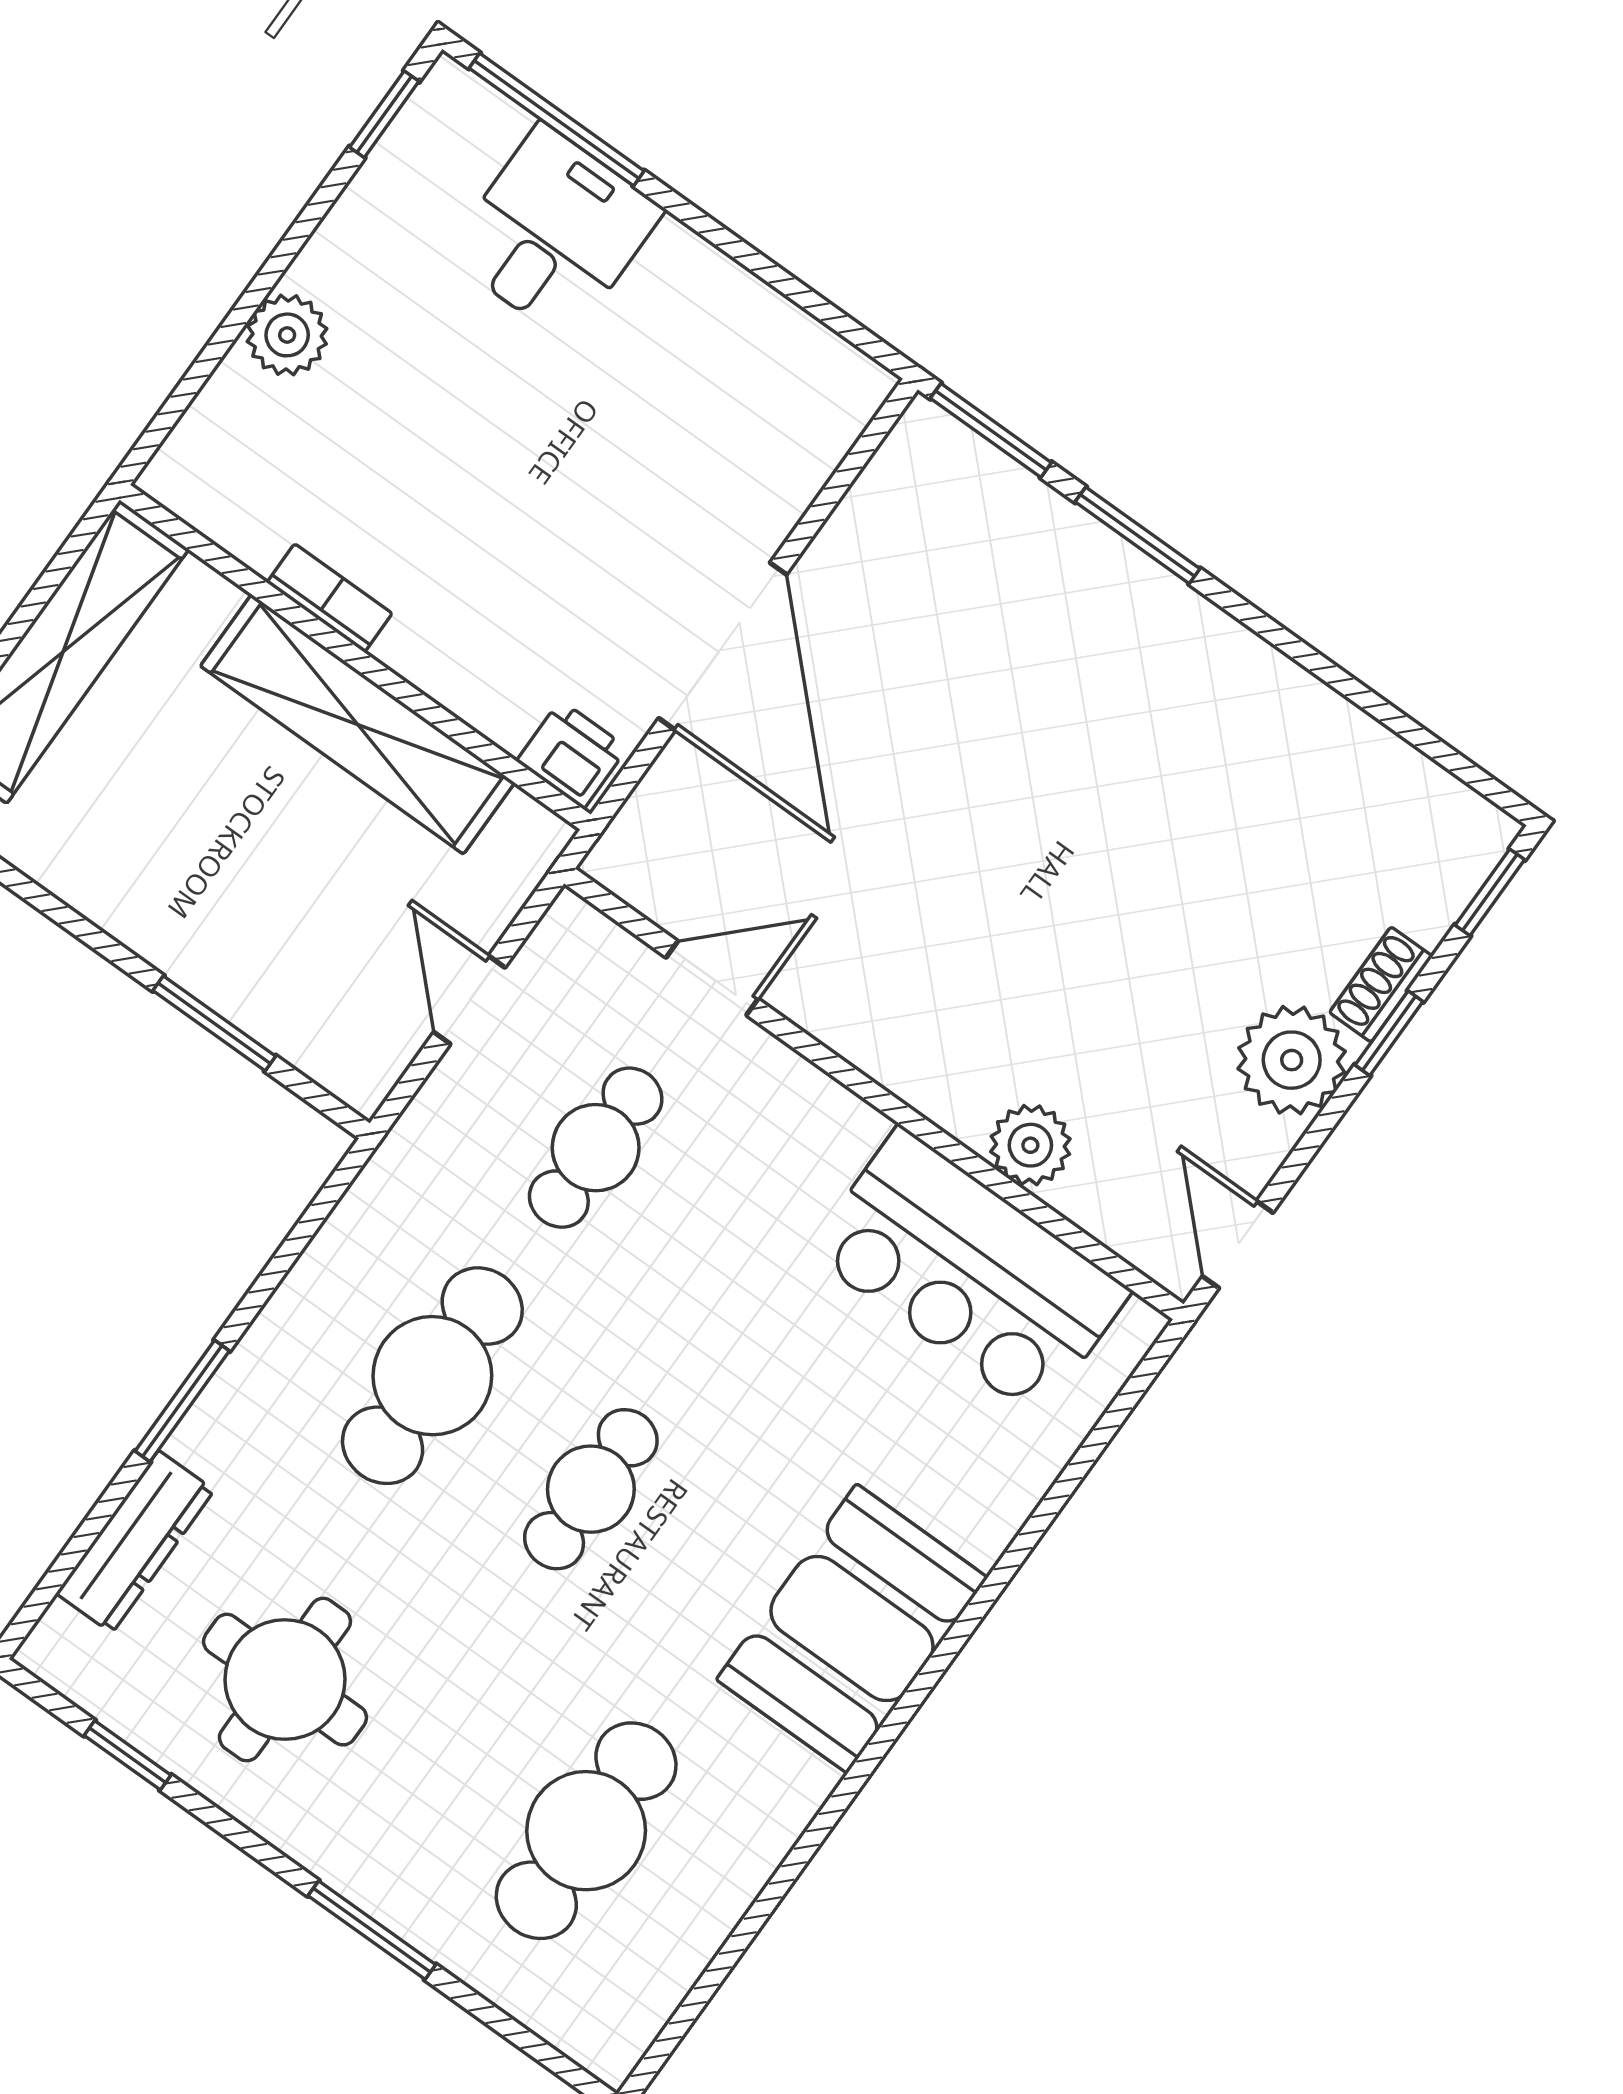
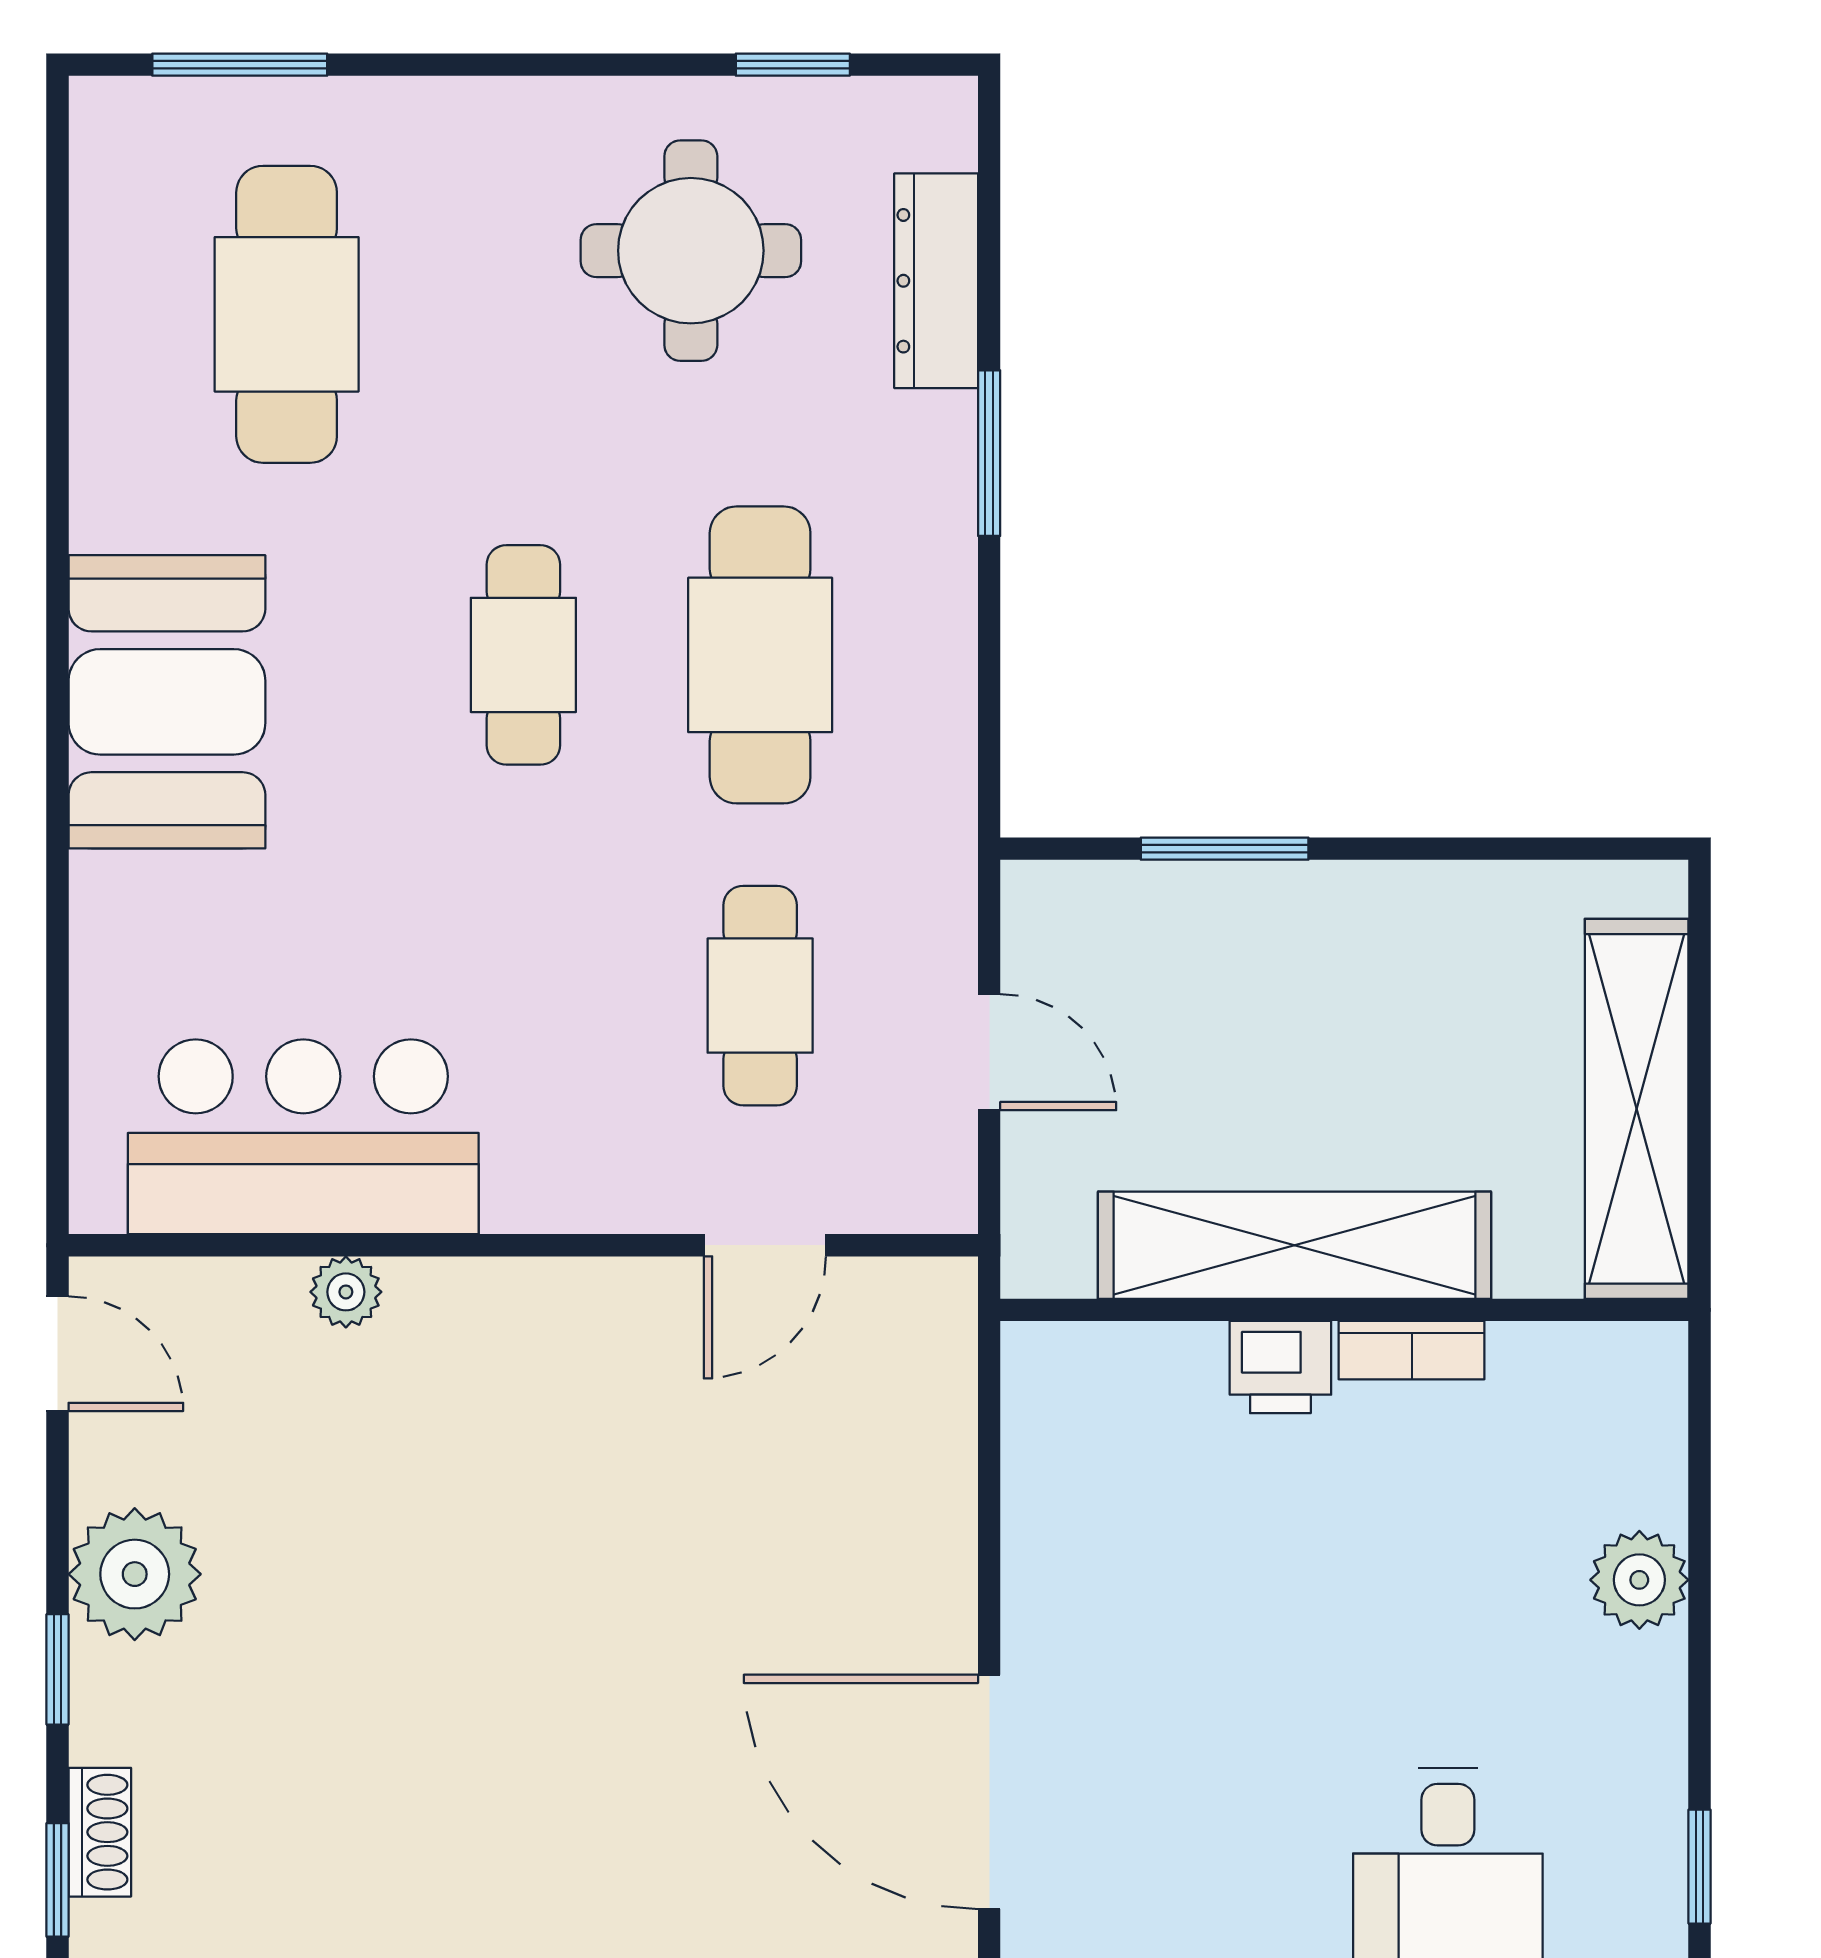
door: (723, 646) -> (989, 1792), moved
printer: (572, 754) -> (1280, 1367), moved
shoe rack: (1381, 984) -> (100, 1832), moved
plant: (1030, 1145) -> (346, 1292), width x0.73, depth x0.73
window: (372, 1930) -> (240, 65), moved

